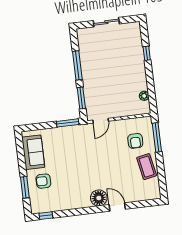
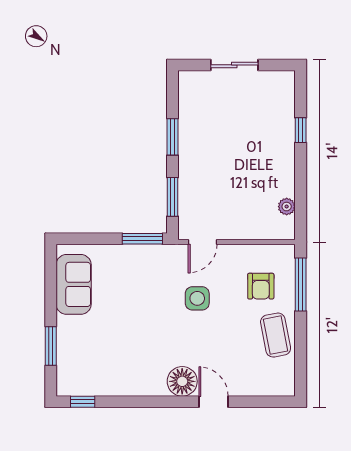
window: (77, 65) -> (172, 137), width x0.69
side table: (101, 152) -> (197, 298), added
armchair: (43, 181) -> (86, 339), removed

